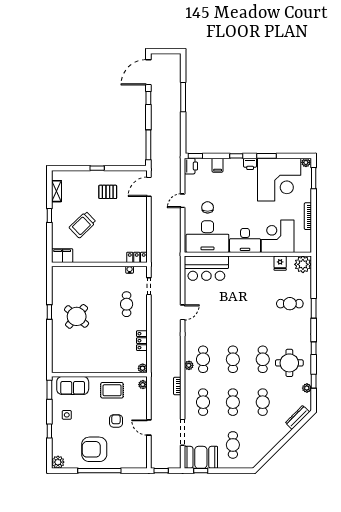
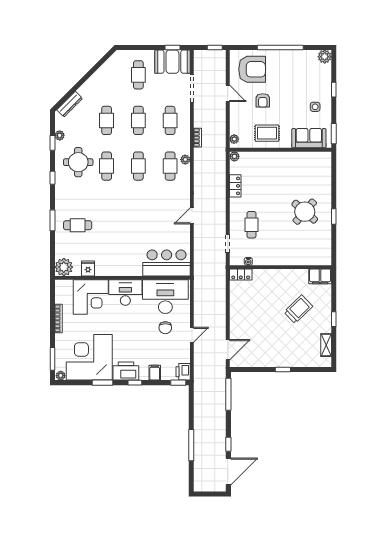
printer: (250, 164) -> (126, 371), width x1.87, depth x1.48
pallet: (108, 192) -> (271, 344), removed
armchair: (94, 449) -> (252, 69), moved

